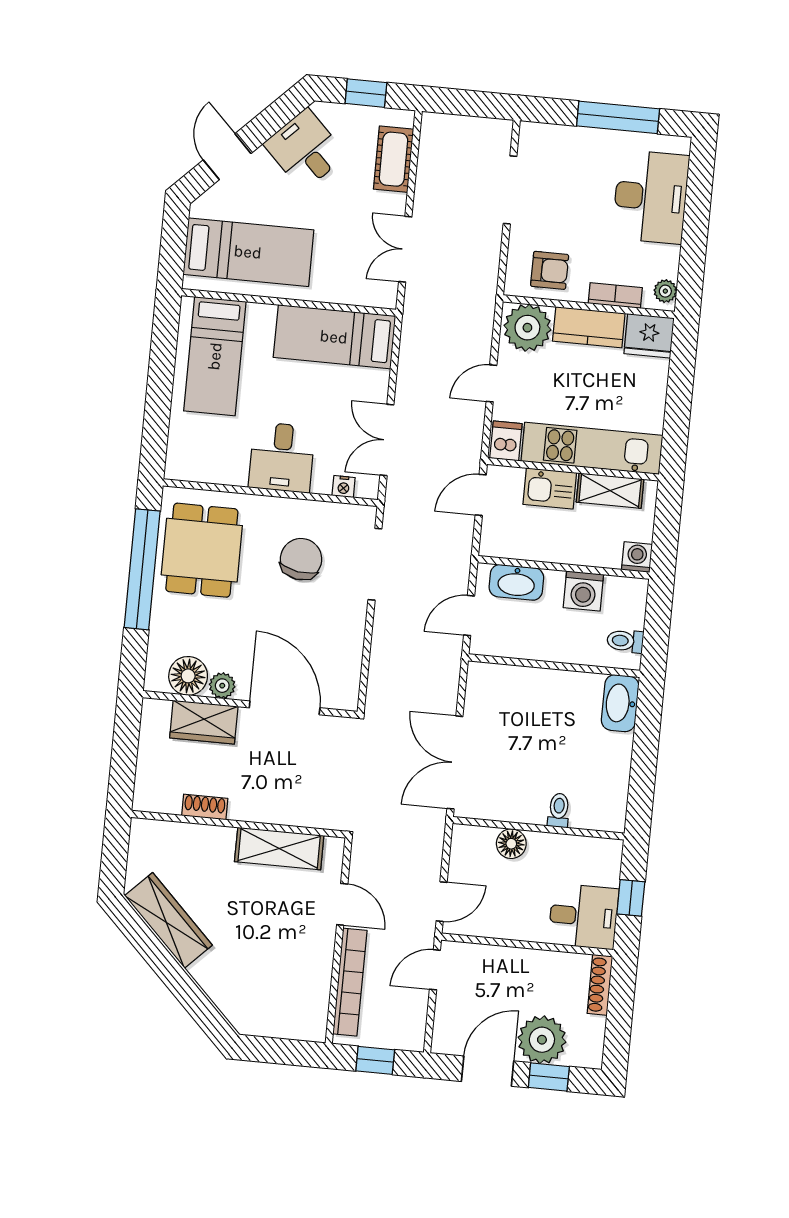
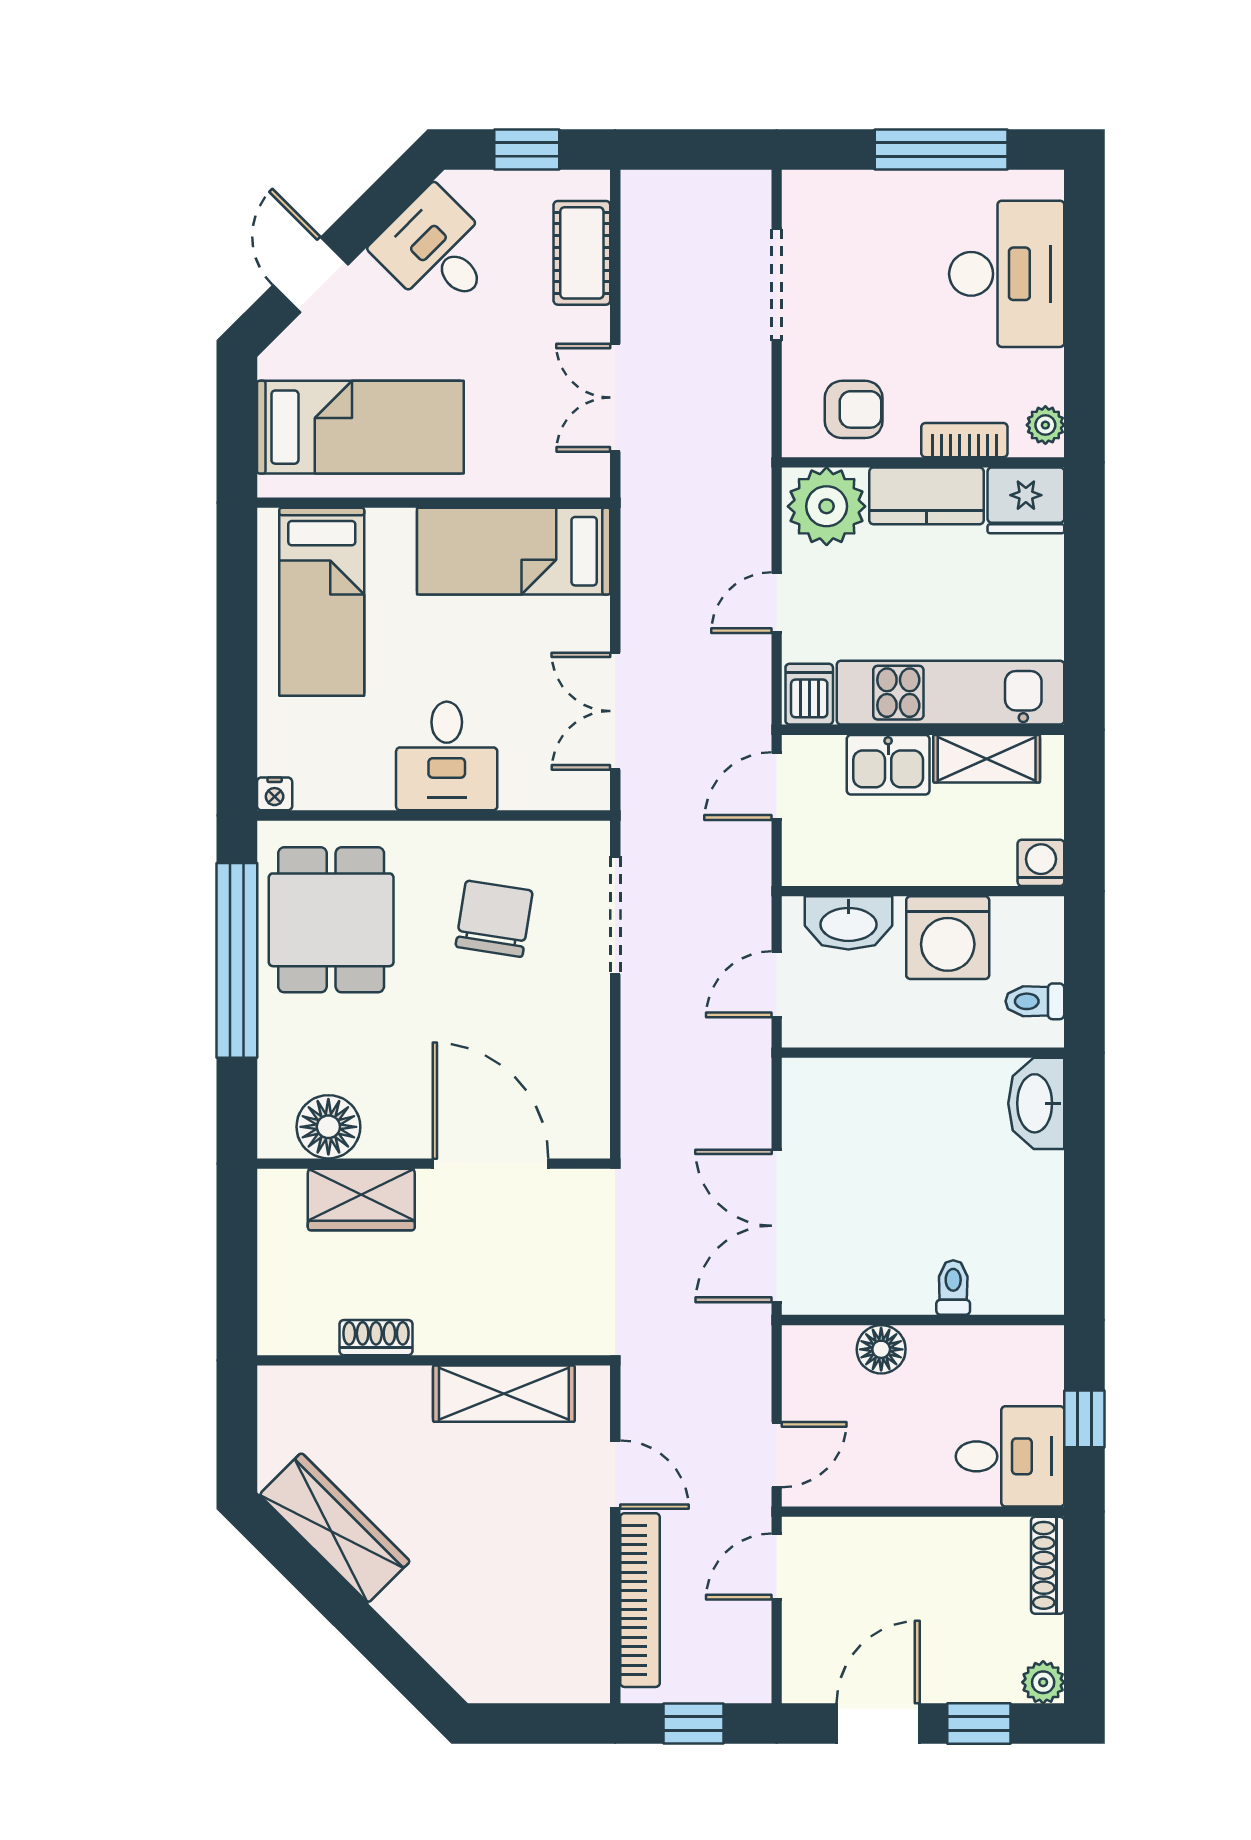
nightstand: (344, 487) -> (275, 794), moved
washing machine: (583, 591) -> (948, 938), width x1.37, depth x1.37
plant: (222, 686) -> (386, 1137), removed
plant: (542, 1040) -> (1043, 1682), moved, width x0.53, depth x0.53

